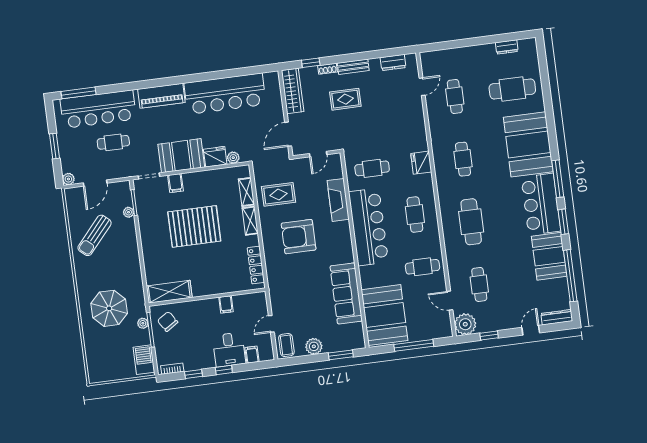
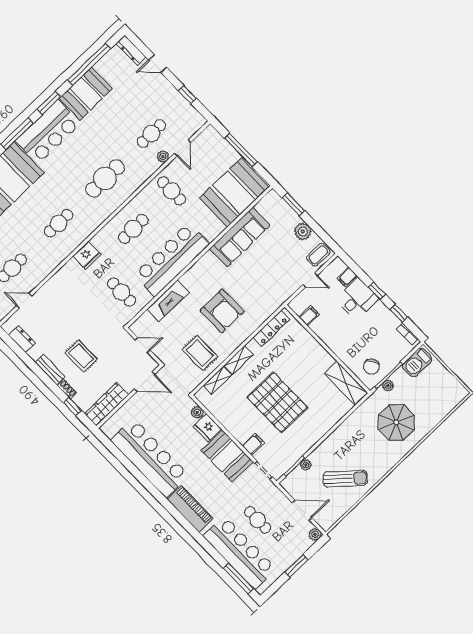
filing cabinet: (226, 304) -> (309, 316), moved
plant: (465, 324) -> (163, 157), moved, width x0.53, depth x0.53

